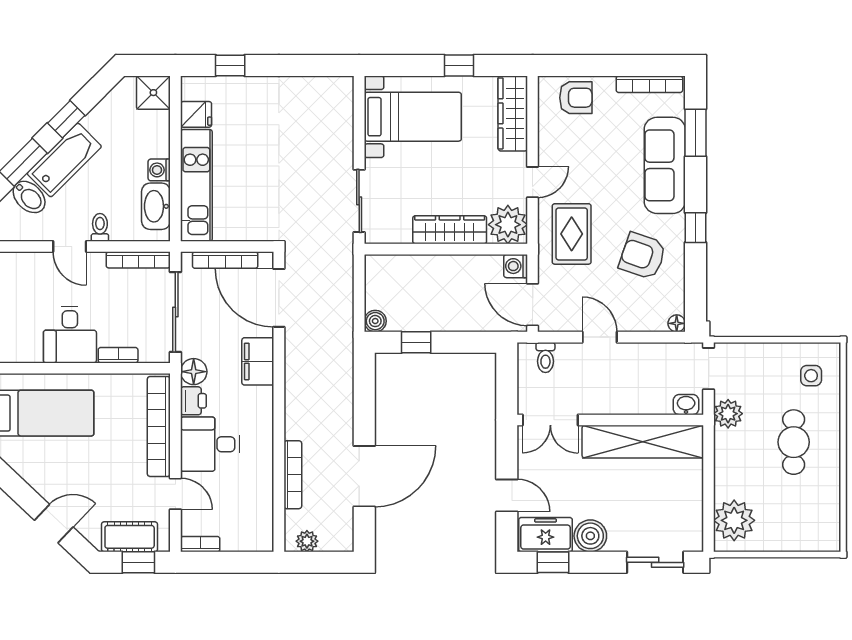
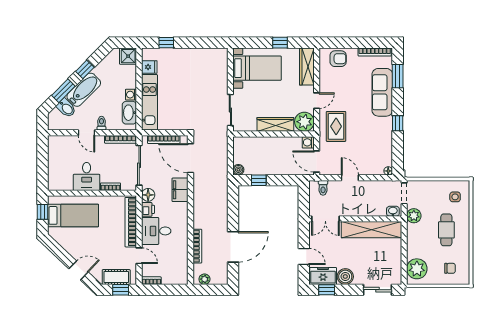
armchair: (642, 256) -> (371, 137), removed
chair: (801, 519) -> (450, 268), added

